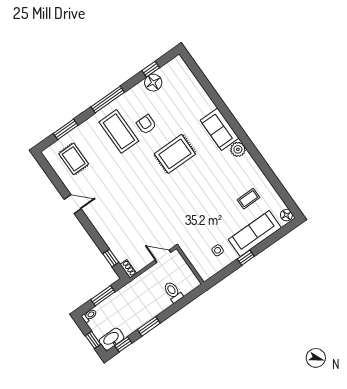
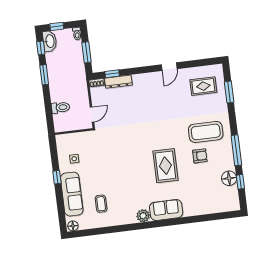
window: (108, 100) -> (236, 150), moved
dresser: (115, 247) -> (118, 82), added

